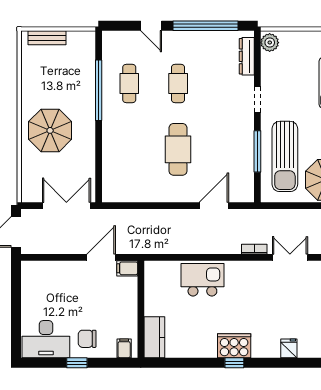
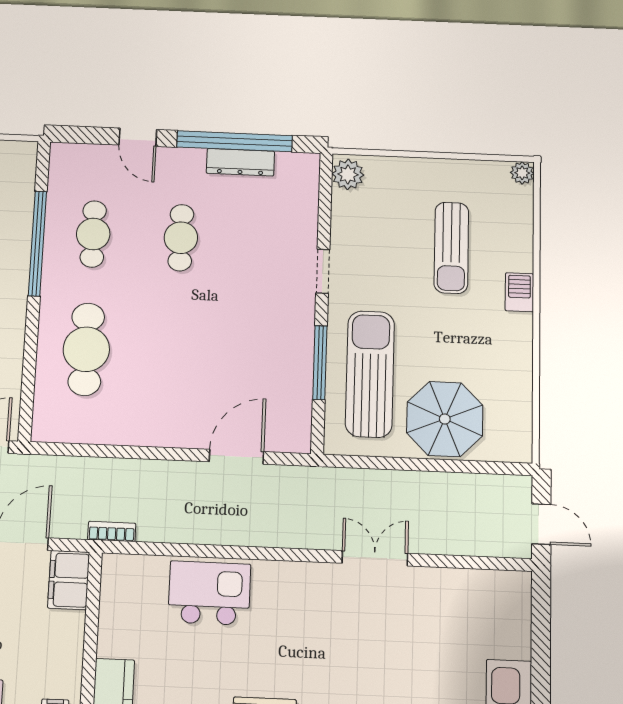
dresser: (247, 56) -> (240, 162), moved, turned -90
cafe table: (178, 149) -> (86, 349), moved
sun lounger: (285, 156) -> (370, 374), turned 180
bookcase: (254, 249) -> (112, 531), moved
filing cabinet: (127, 268) -> (69, 580), width x2.00

